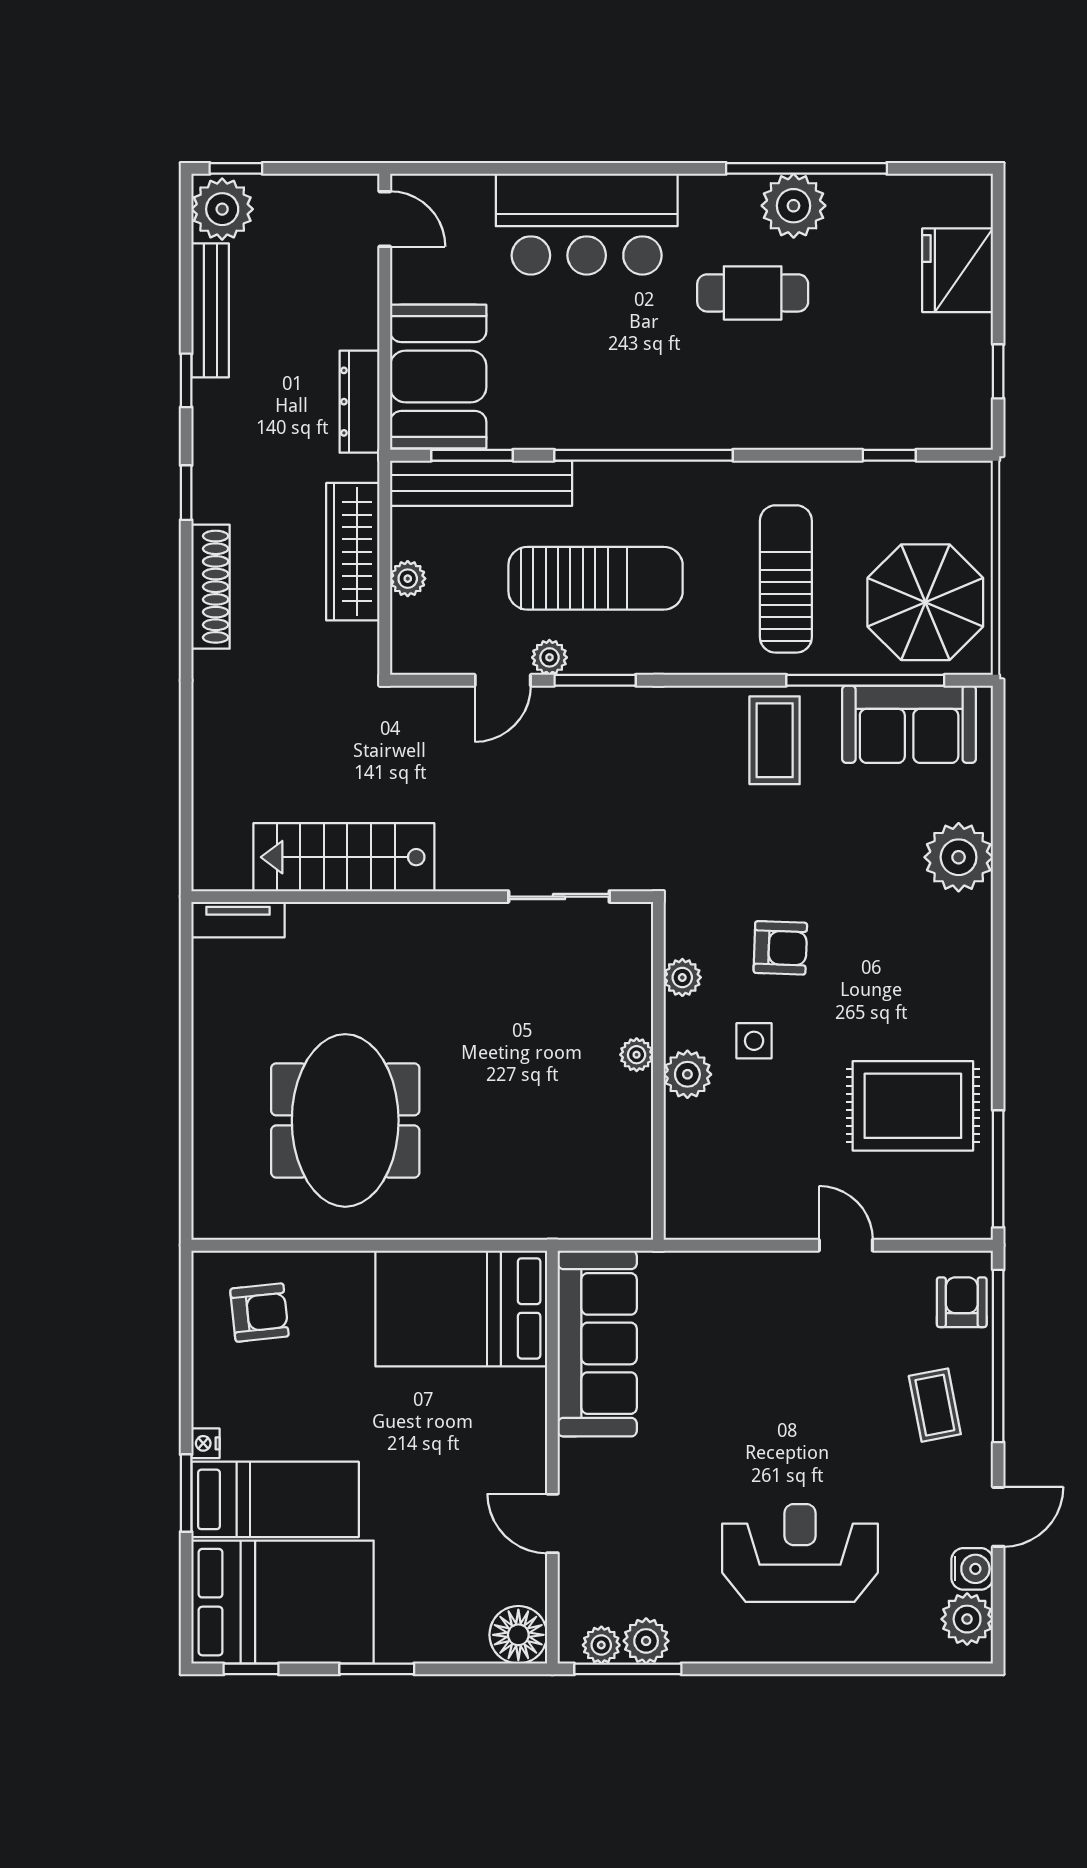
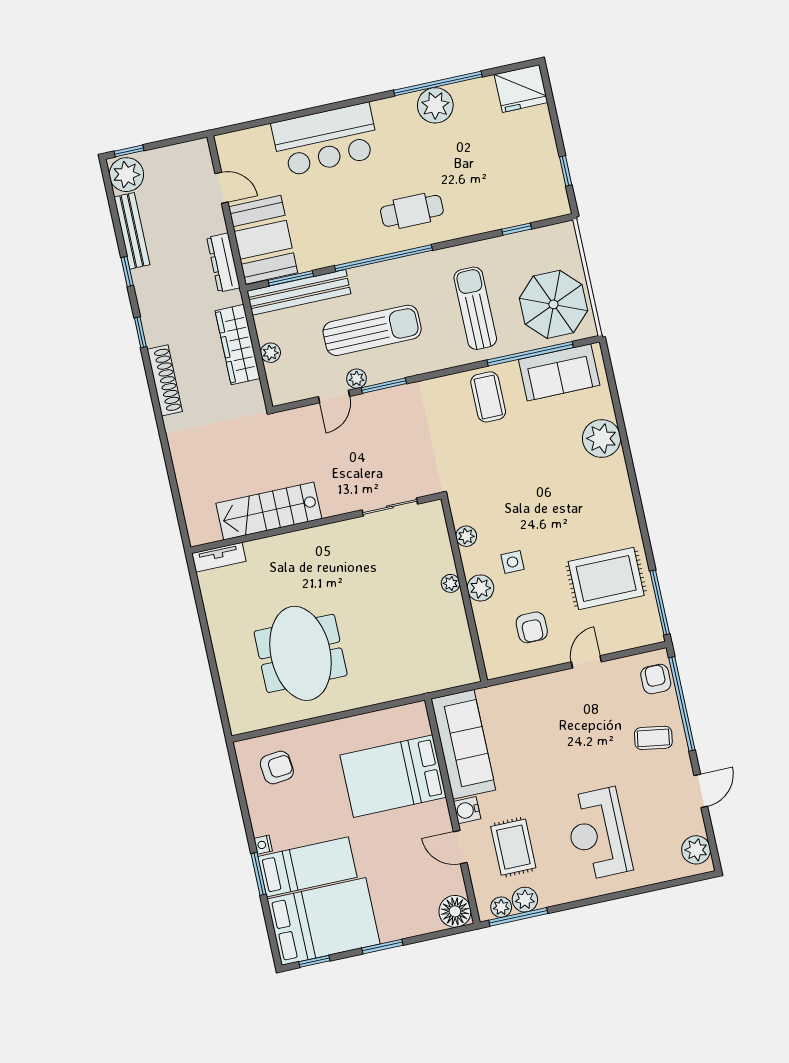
door: (385, 219) -> (221, 188), moved
fridge: (958, 270) -> (521, 88), moved, turned -90
cafe table: (753, 293) -> (412, 211), moved
armchair: (780, 948) -> (532, 627), moved, turned 88
door: (846, 1245) -> (586, 662), hinge flipped
bed: (461, 1308) -> (393, 776), moved
coffee table: (935, 1405) -> (653, 738), turned -70
rug: (646, 1544) -> (513, 847), added
reception desk: (800, 1553) -> (598, 834), turned -90
water cooler: (972, 1569) -> (467, 810), moved, turned 180

